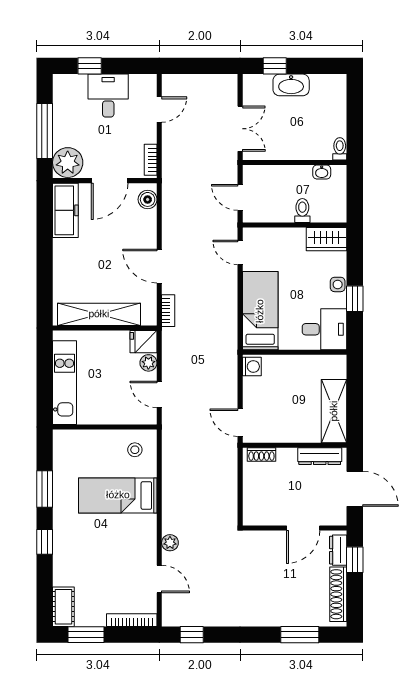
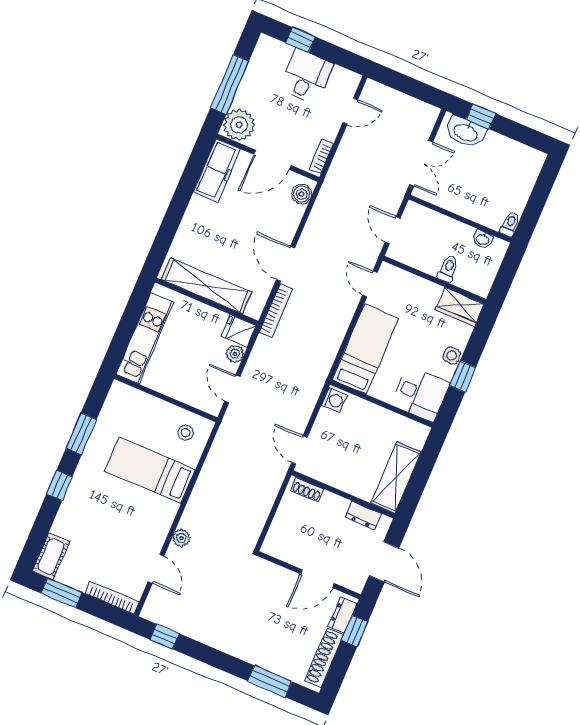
washbasin: (291, 85) -> (466, 132), moved
bookcase: (168, 311) -> (276, 311), width x1.56
dresser: (320, 456) -> (363, 516), width x0.70

